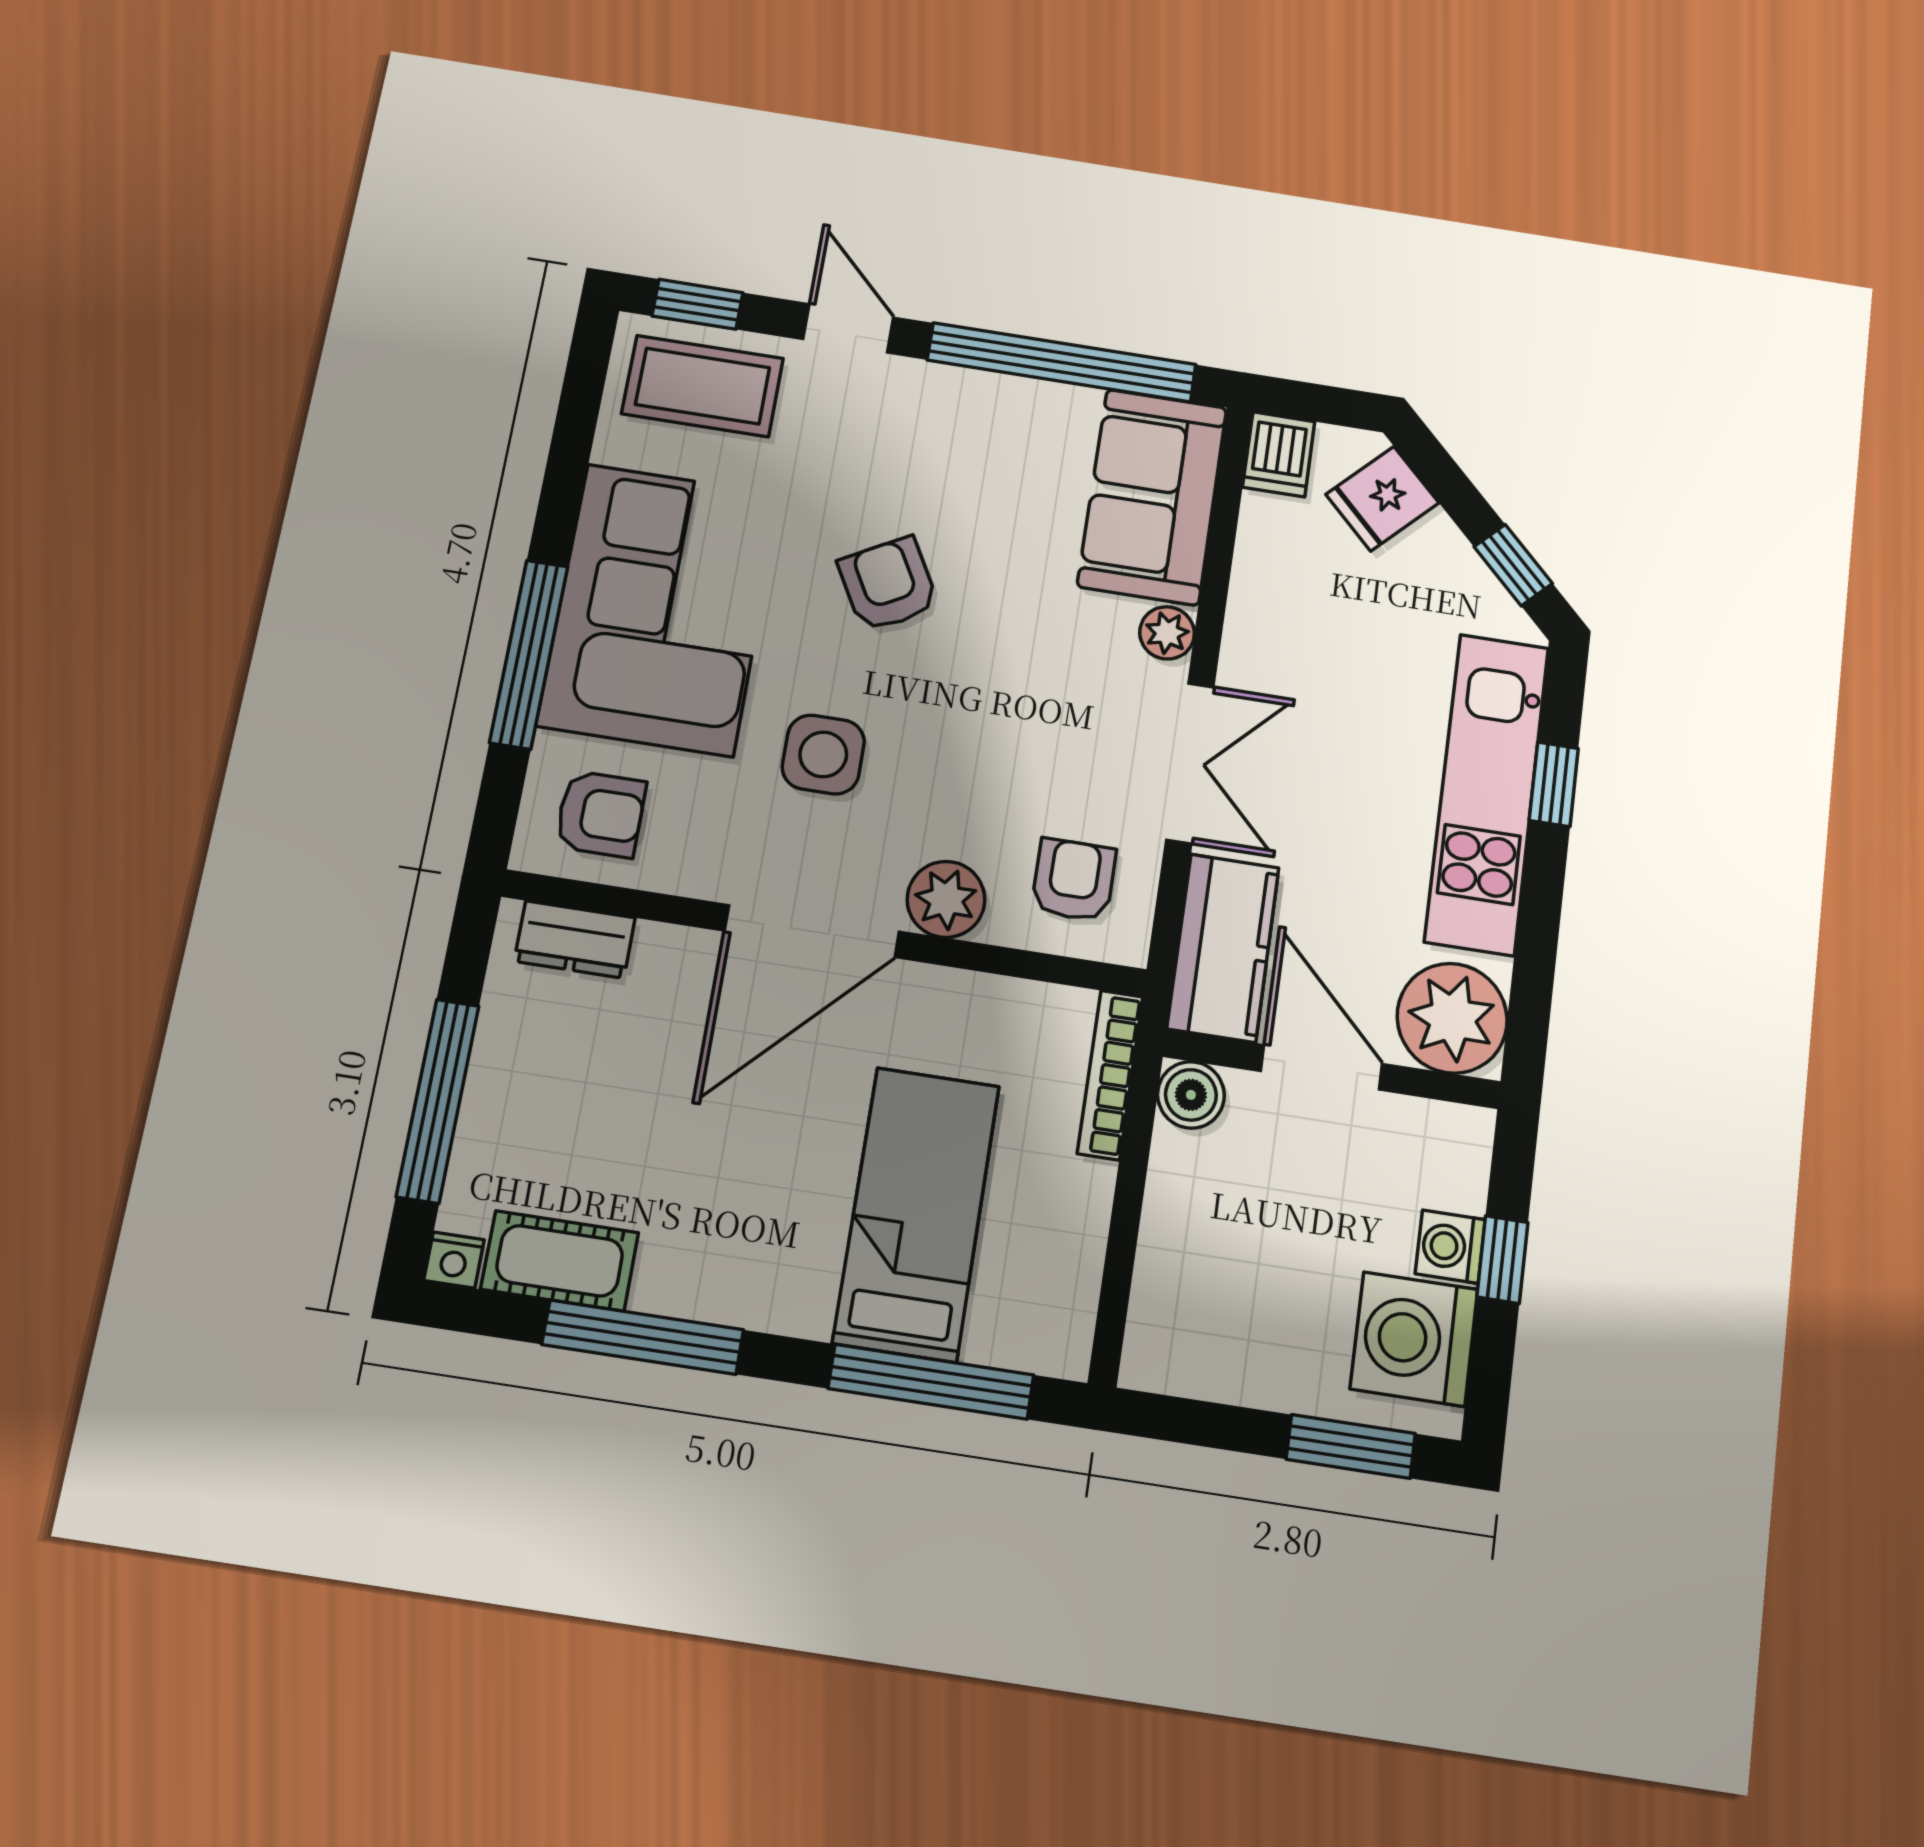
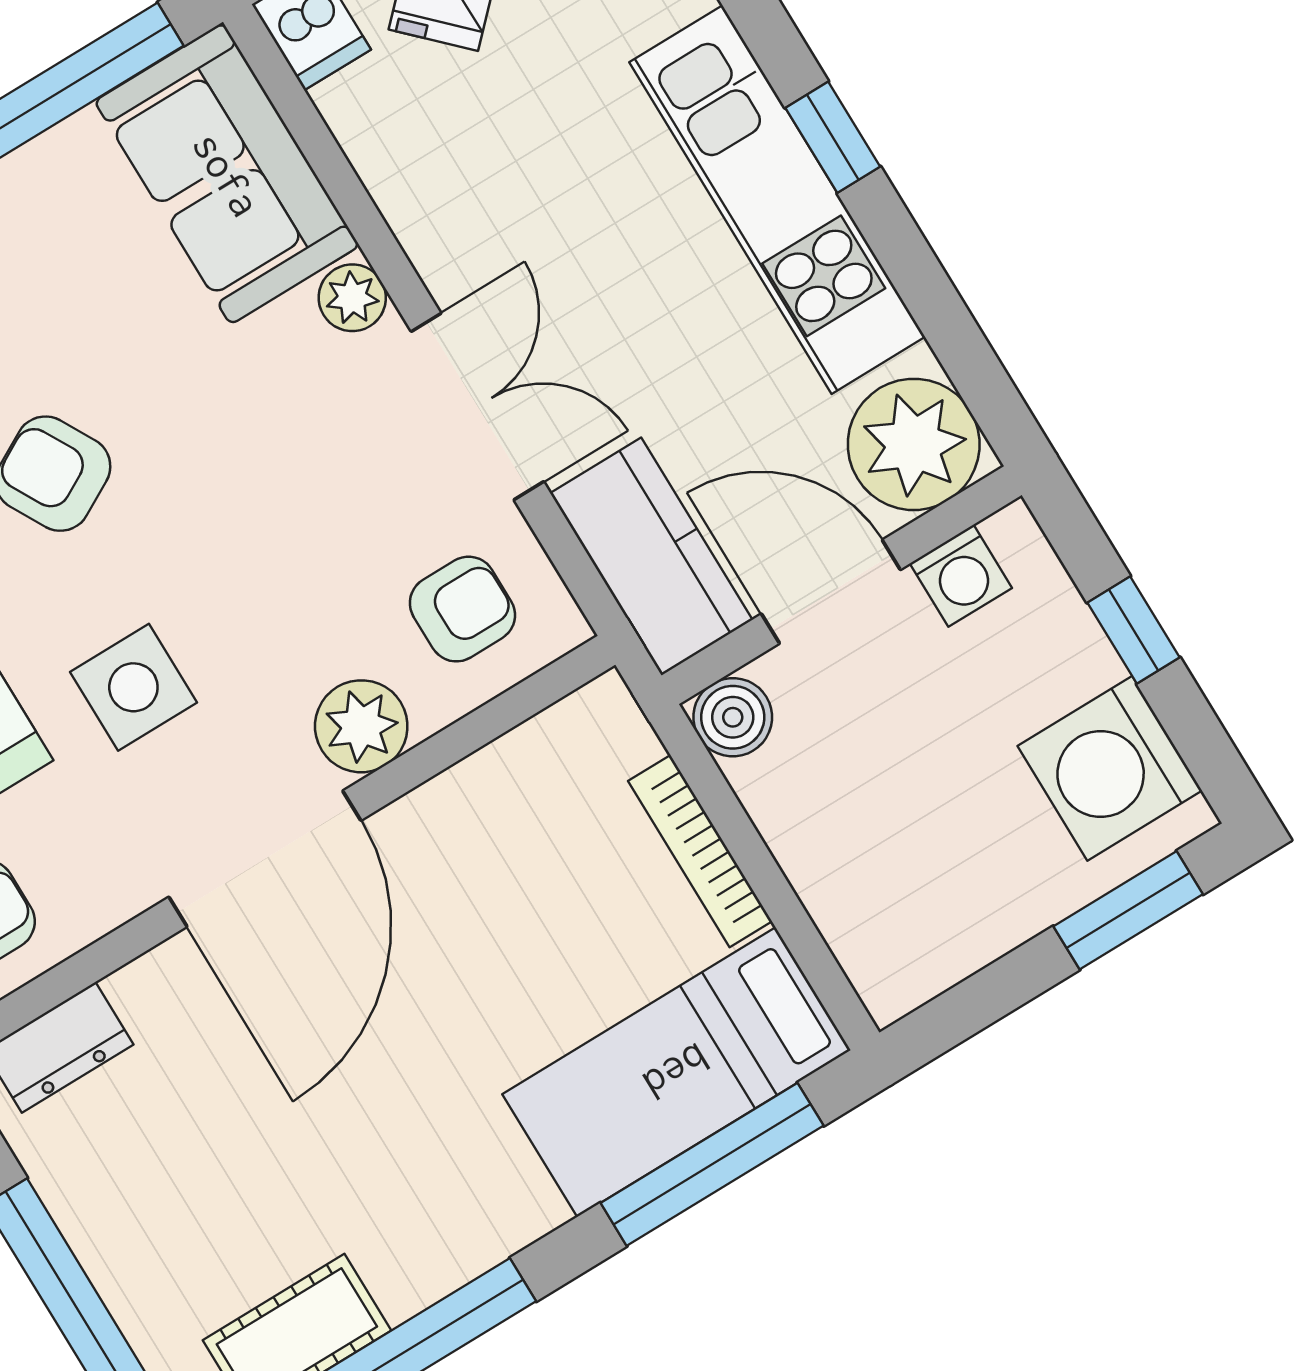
armchair: (1074, 880) -> (462, 609), turned 90
bookcase: (1110, 1075) -> (700, 851), moved
bed: (917, 1214) -> (676, 1072), moved, turned -90
washing machine: (1450, 1247) -> (961, 576), moved, turned -90

